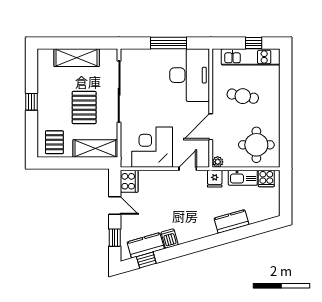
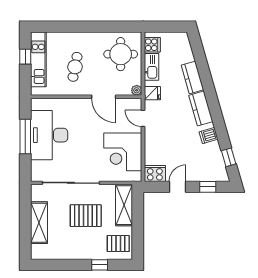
desk: (190, 75) -> (49, 135), moved, turned -90
window: (32, 102) -> (100, 265), moved
kitchen counter: (146, 245) -> (201, 108), moved

